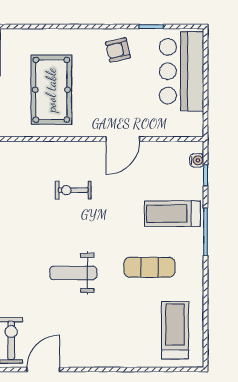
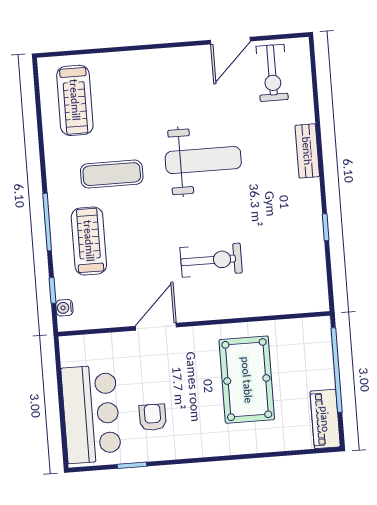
armchair: (118, 50) -> (153, 417), moved, turned -77
exercise bike: (73, 190) -> (211, 260), width x1.38, depth x1.39
treadmill: (172, 214) -> (89, 241), turned -90
weight bench: (73, 273) -> (203, 160), width x1.36, depth x1.33

